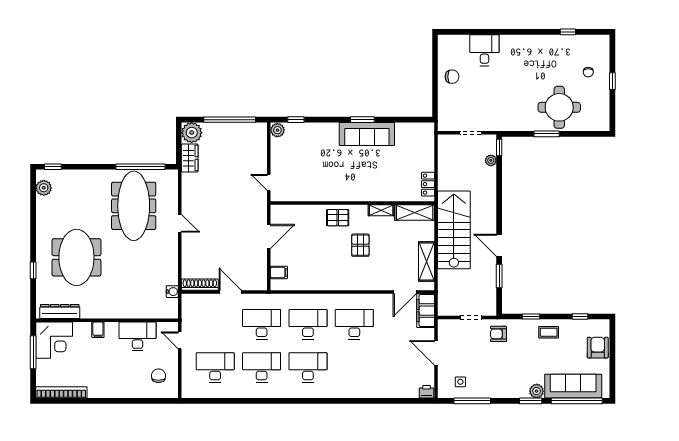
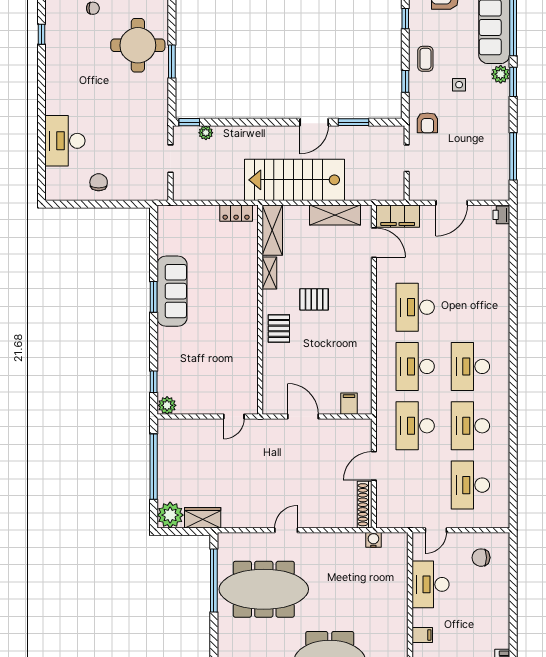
desk: (484, 50) -> (65, 141), width x1.37
side table: (460, 382) -> (459, 85), moved

